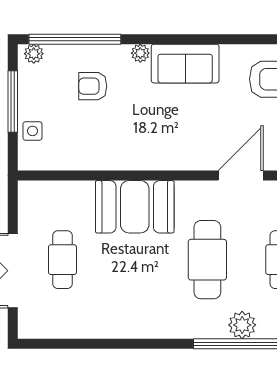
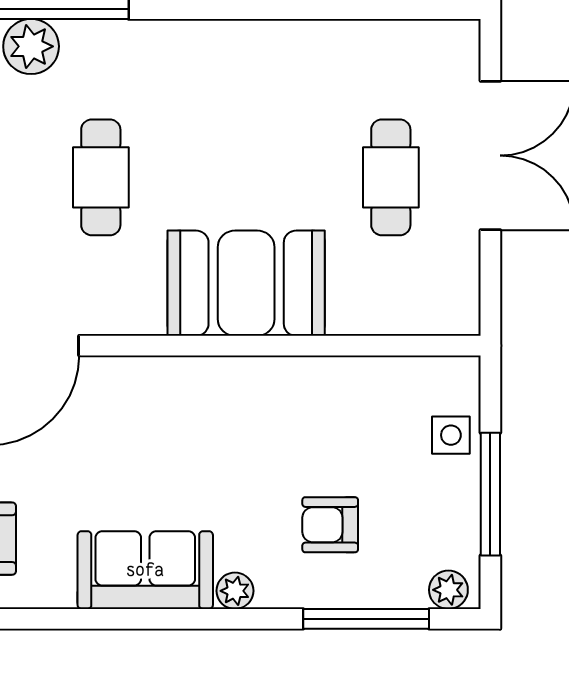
window: (75, 39) -> (366, 619), width x0.68
armchair: (93, 86) -> (330, 525), turned 180
cafe table: (207, 260) -> (101, 177), width x0.73, depth x0.74

